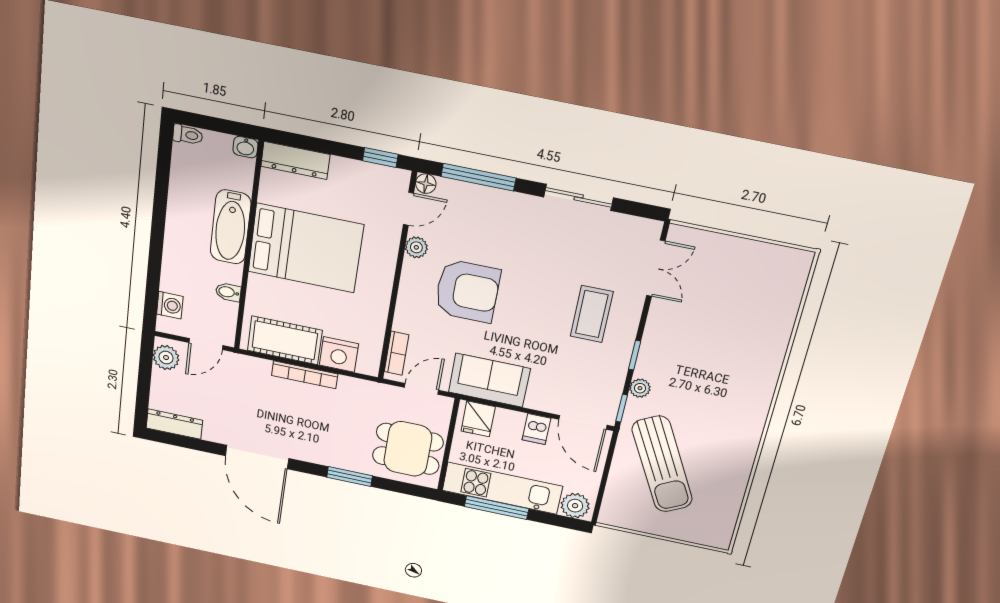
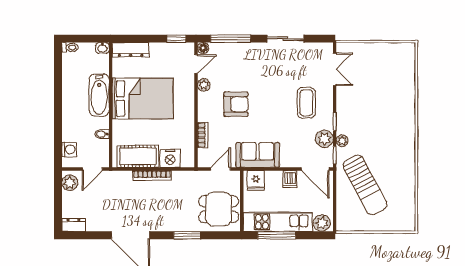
armchair: (467, 291) -> (236, 104), width x0.73, depth x0.73
bookcase: (397, 353) -> (203, 135), moved
plant: (610, 378) -> (324, 139), added
dresser: (174, 424) -> (74, 225), width x0.70

